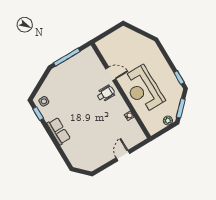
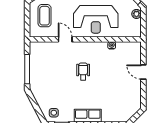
coffee table: (120, 45) -> (45, 16), added
door: (111, 74) -> (65, 39), hinge flipped
wheelchair: (106, 93) -> (83, 71), moved

